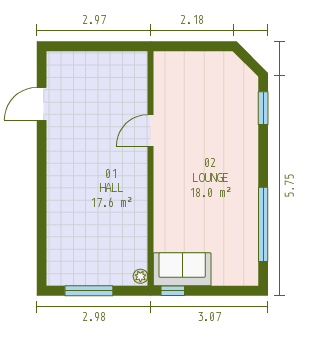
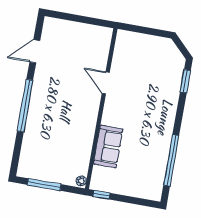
door: (151, 130) -> (106, 83), hinge flipped
window: (42, 183) -> (25, 106), added
sofa: (182, 269) -> (108, 146), moved, turned 90

